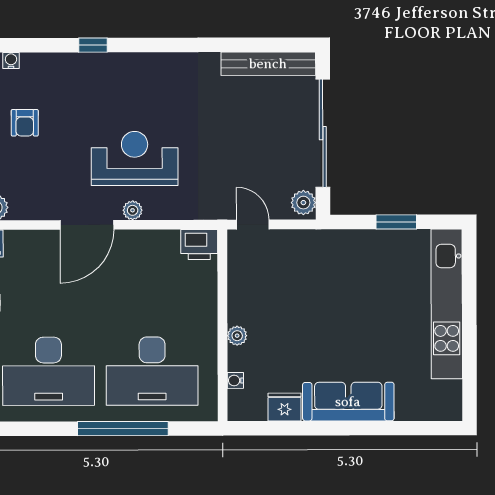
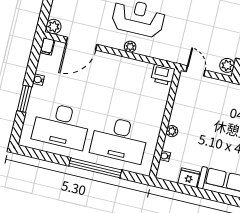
door: (87, 225) -> (81, 44), moved

